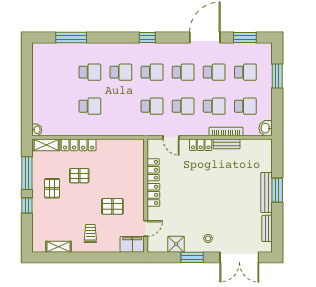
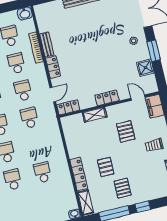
locker: (153, 170) -> (68, 107), moved
shelving: (138, 177) -> (95, 115), added
pallet: (52, 188) -> (123, 188), turned 90

